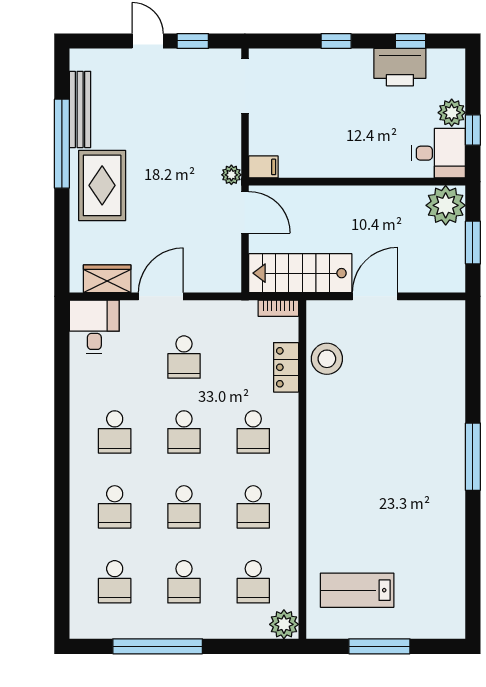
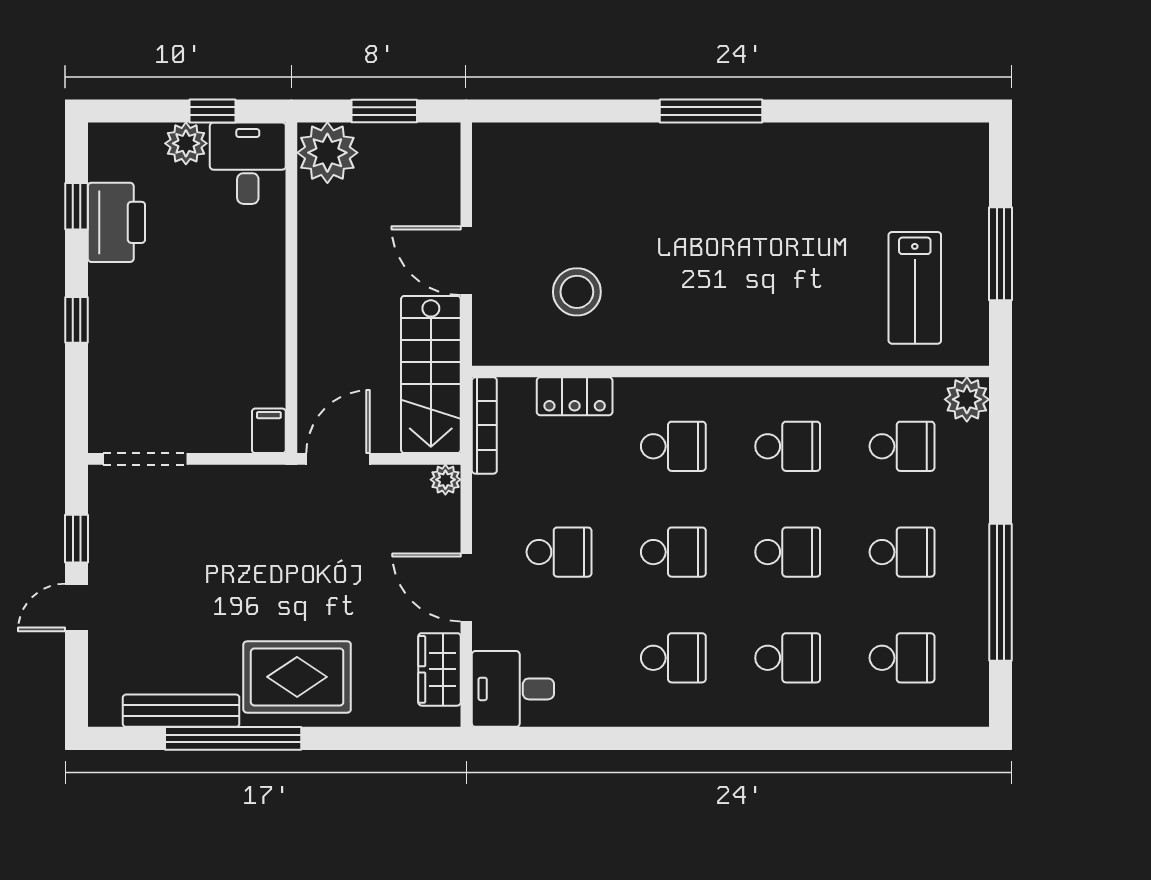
plant: (231, 175) -> (445, 480), moved
bookcase: (278, 308) -> (484, 425), width x1.56
stool: (327, 359) -> (577, 292), moved

